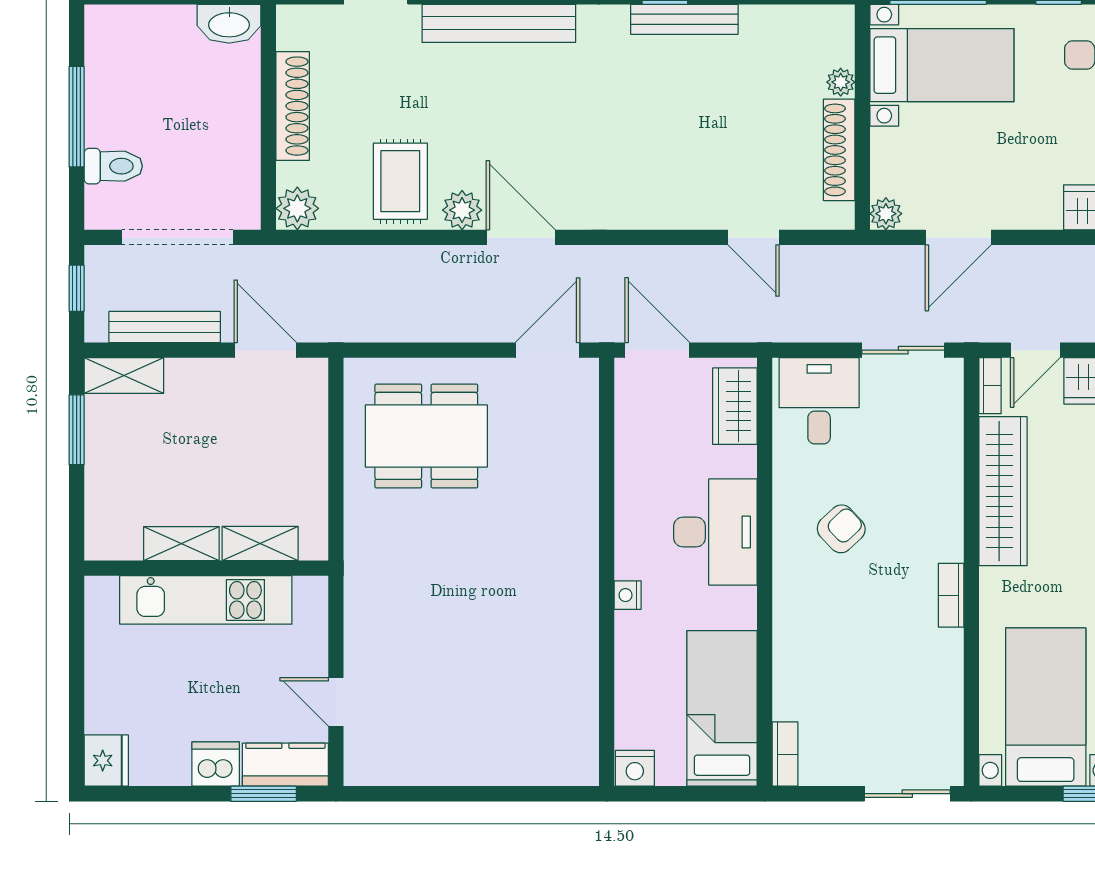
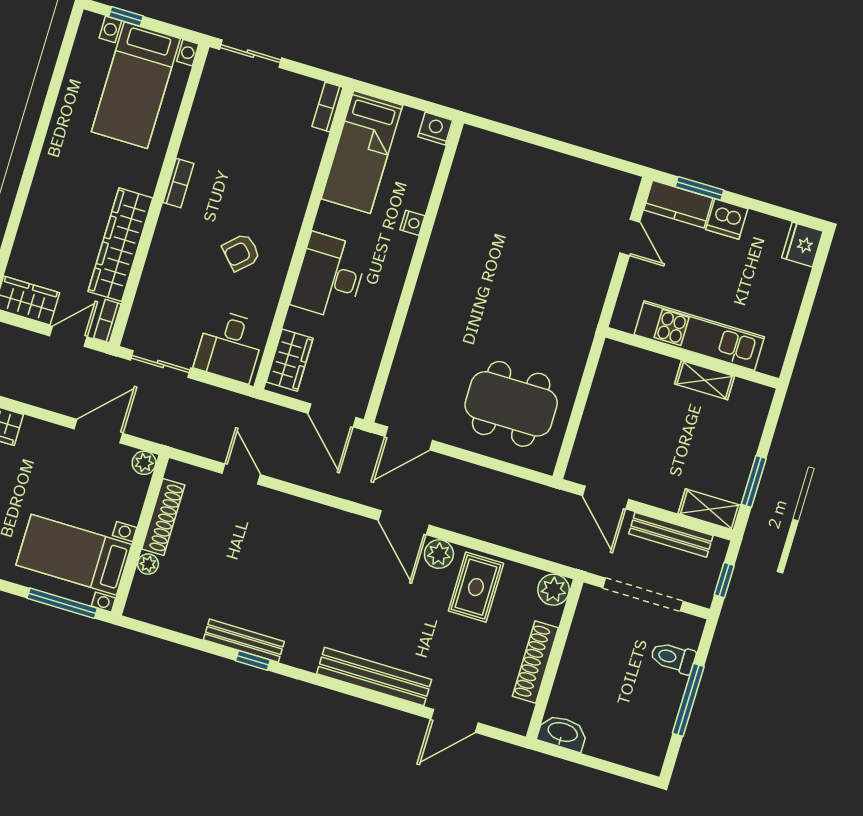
shelving: (260, 544) -> (650, 364), removed
nightstand: (628, 595) -> (412, 223), moved

